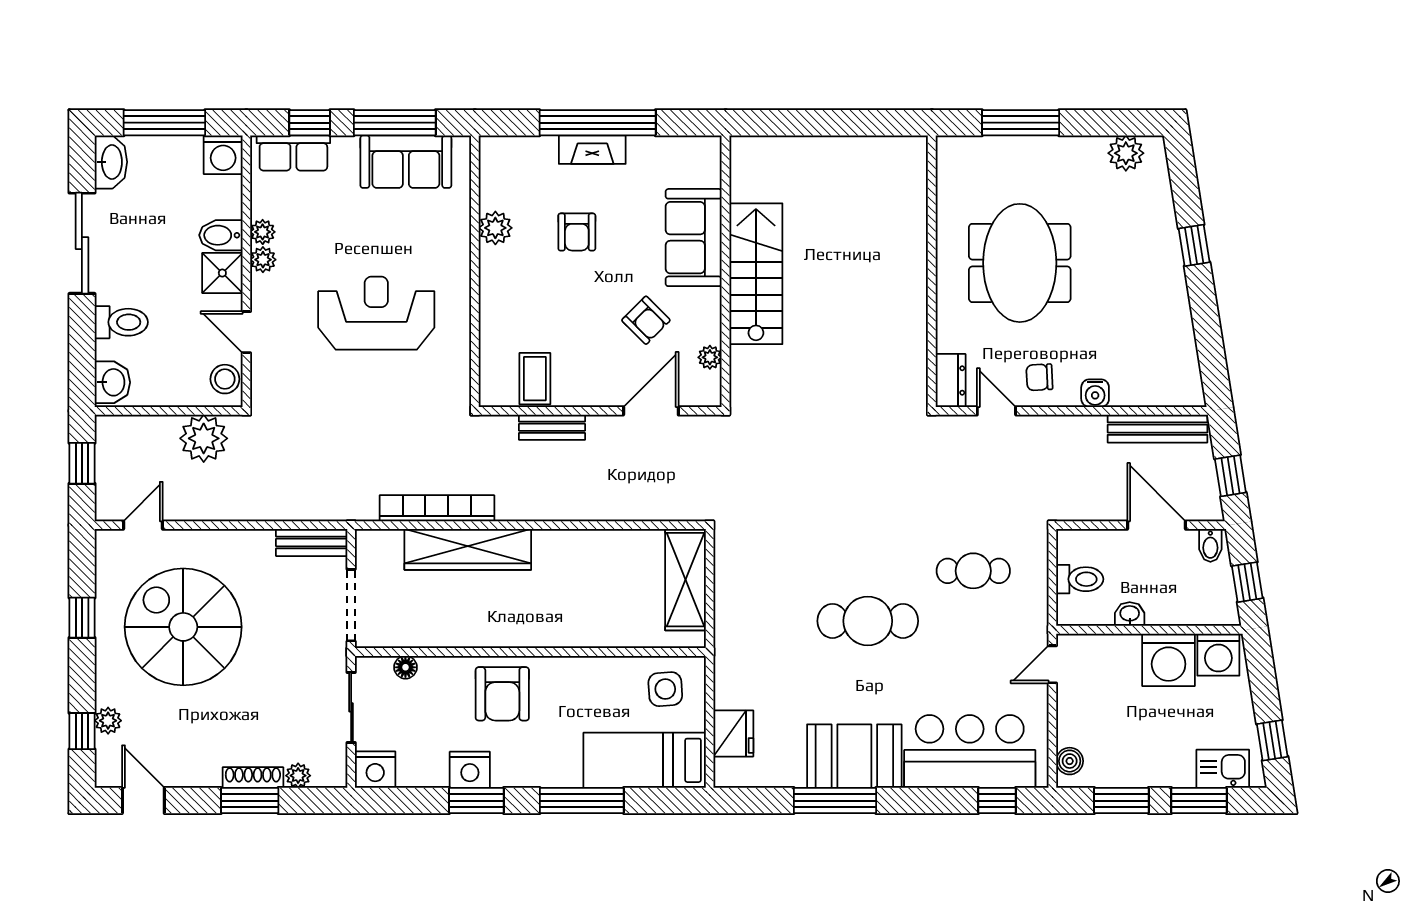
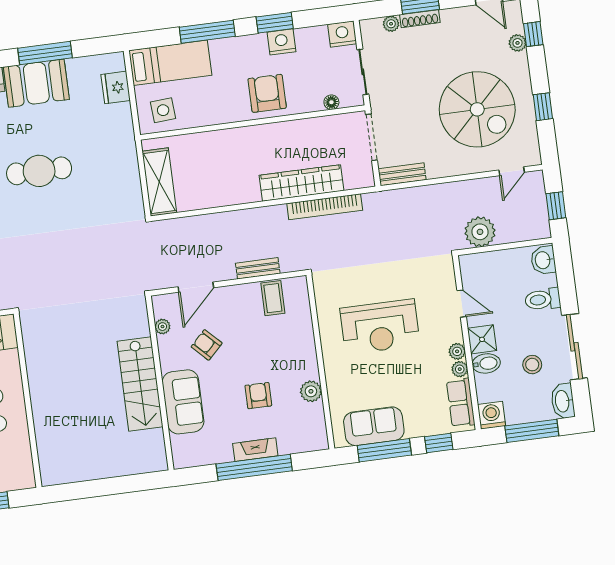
row of seats: (293, 153) -> (461, 403), moved, turned -90
stool: (225, 379) -> (532, 365), moved

